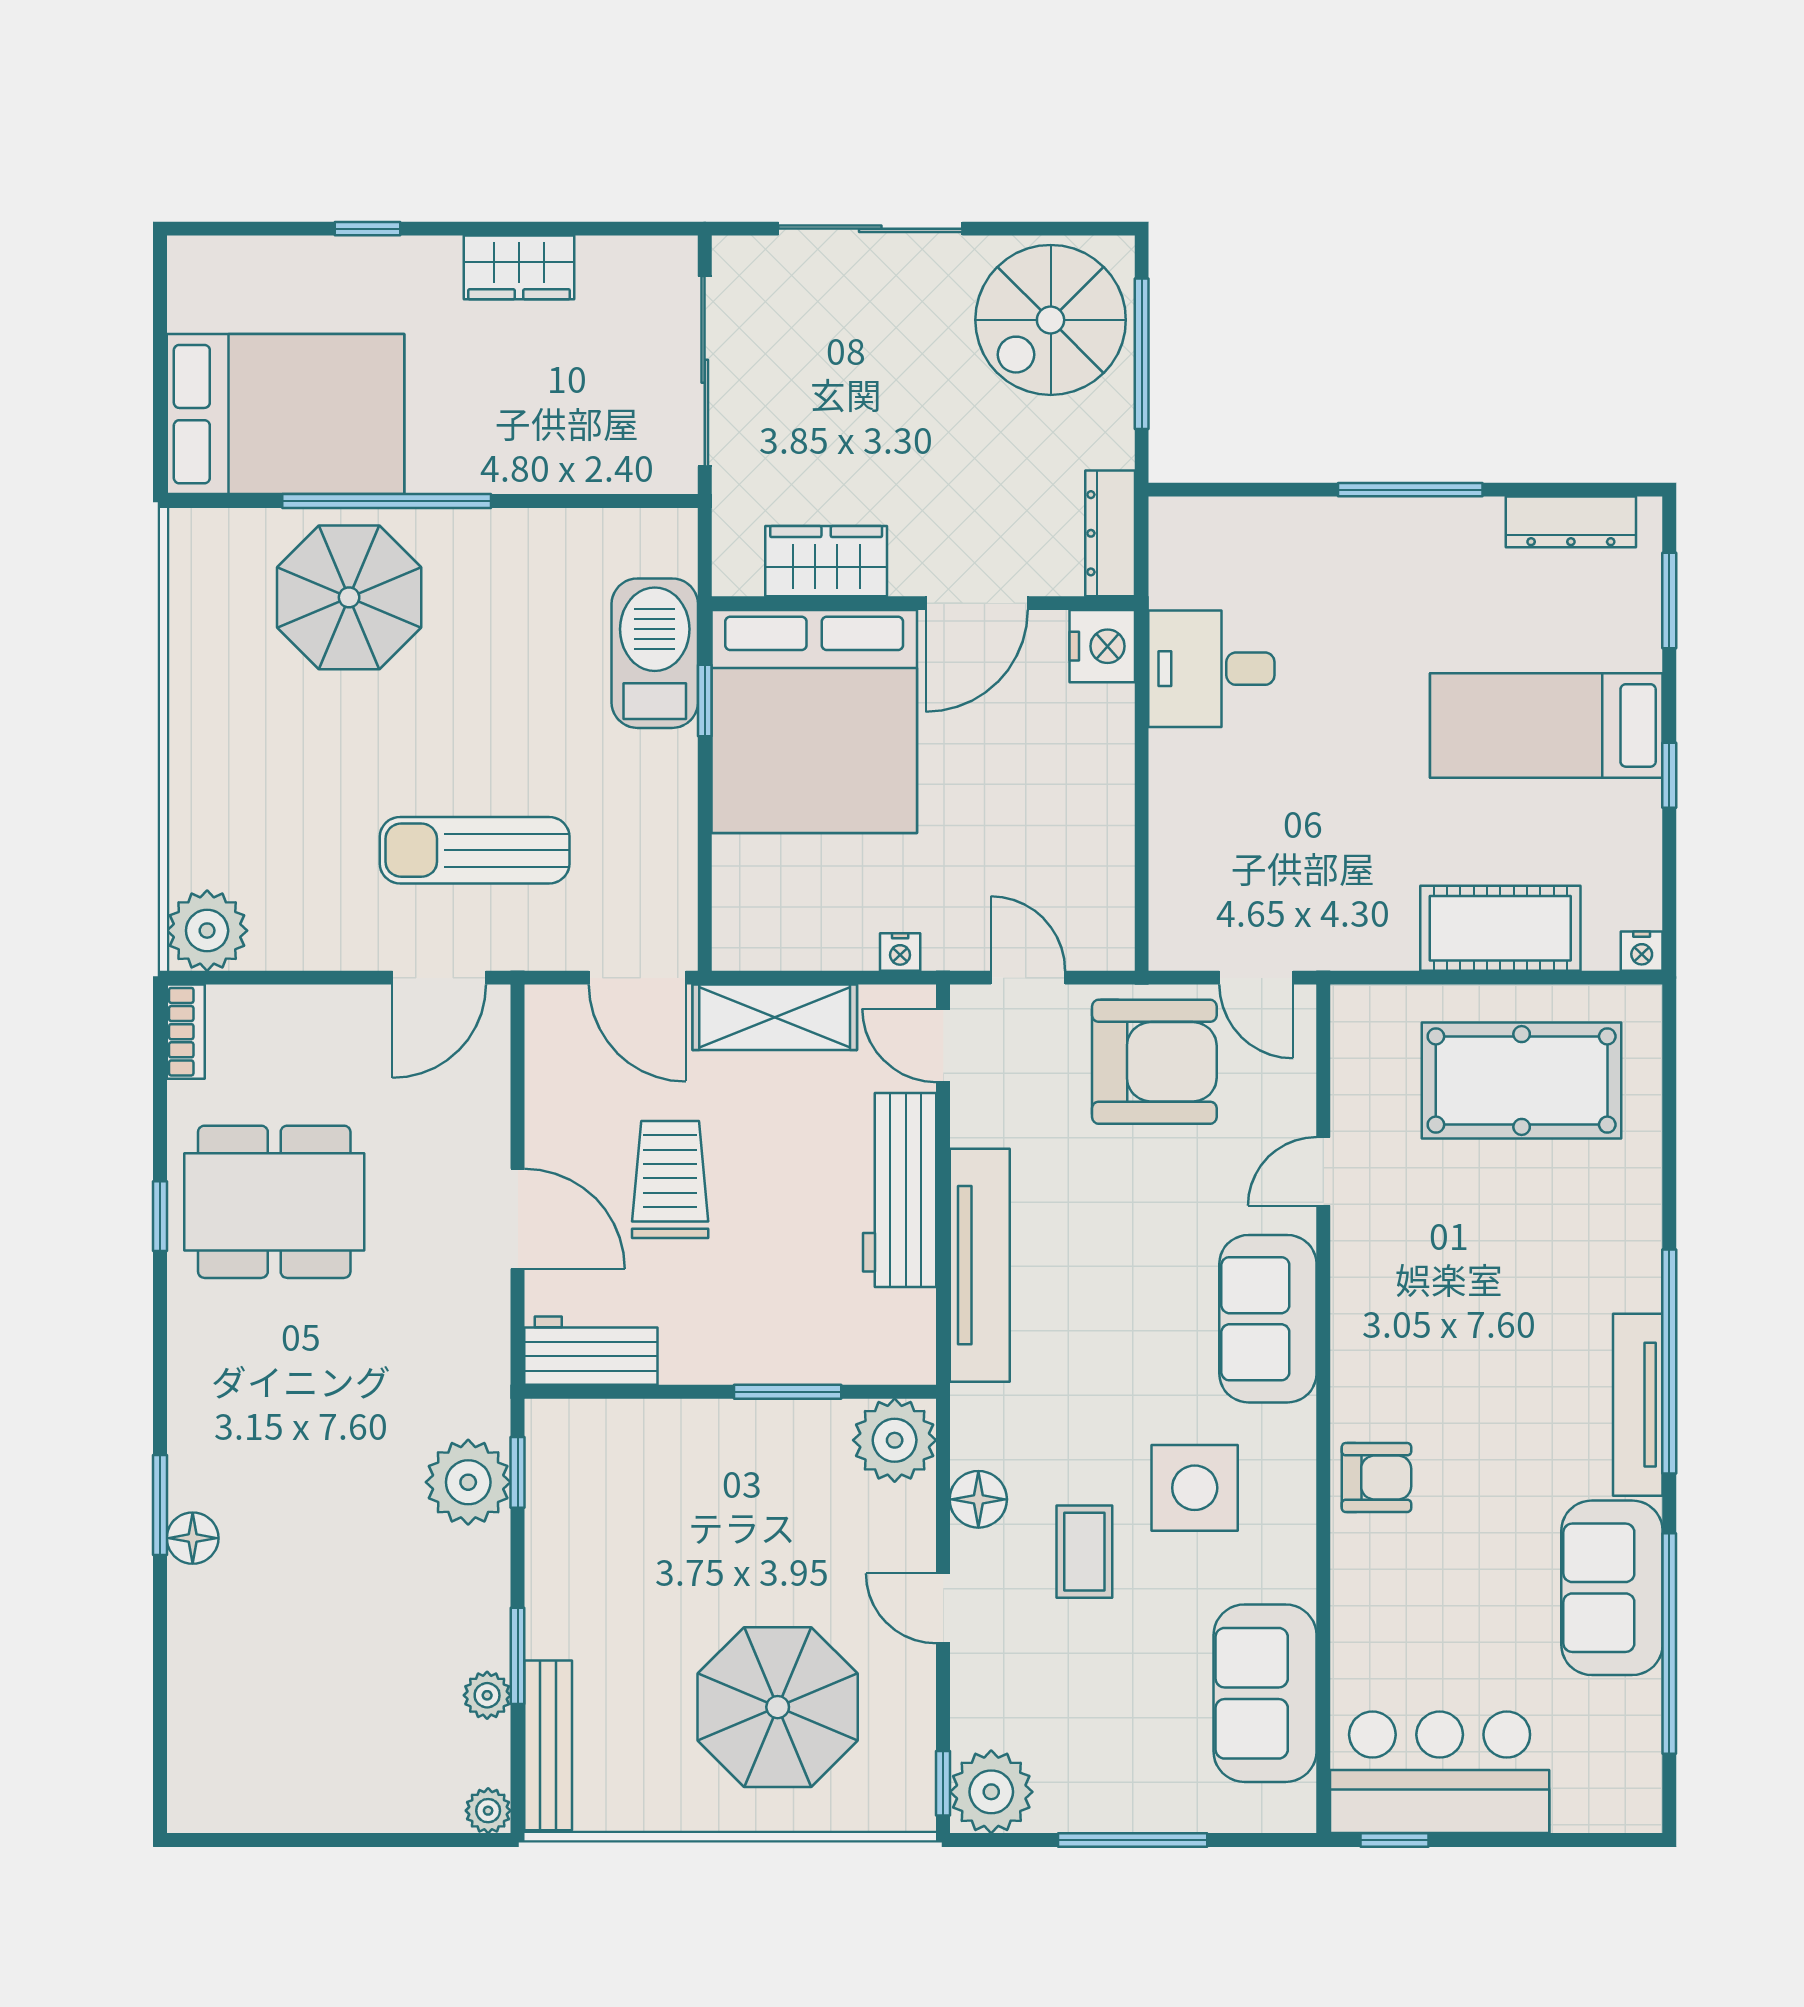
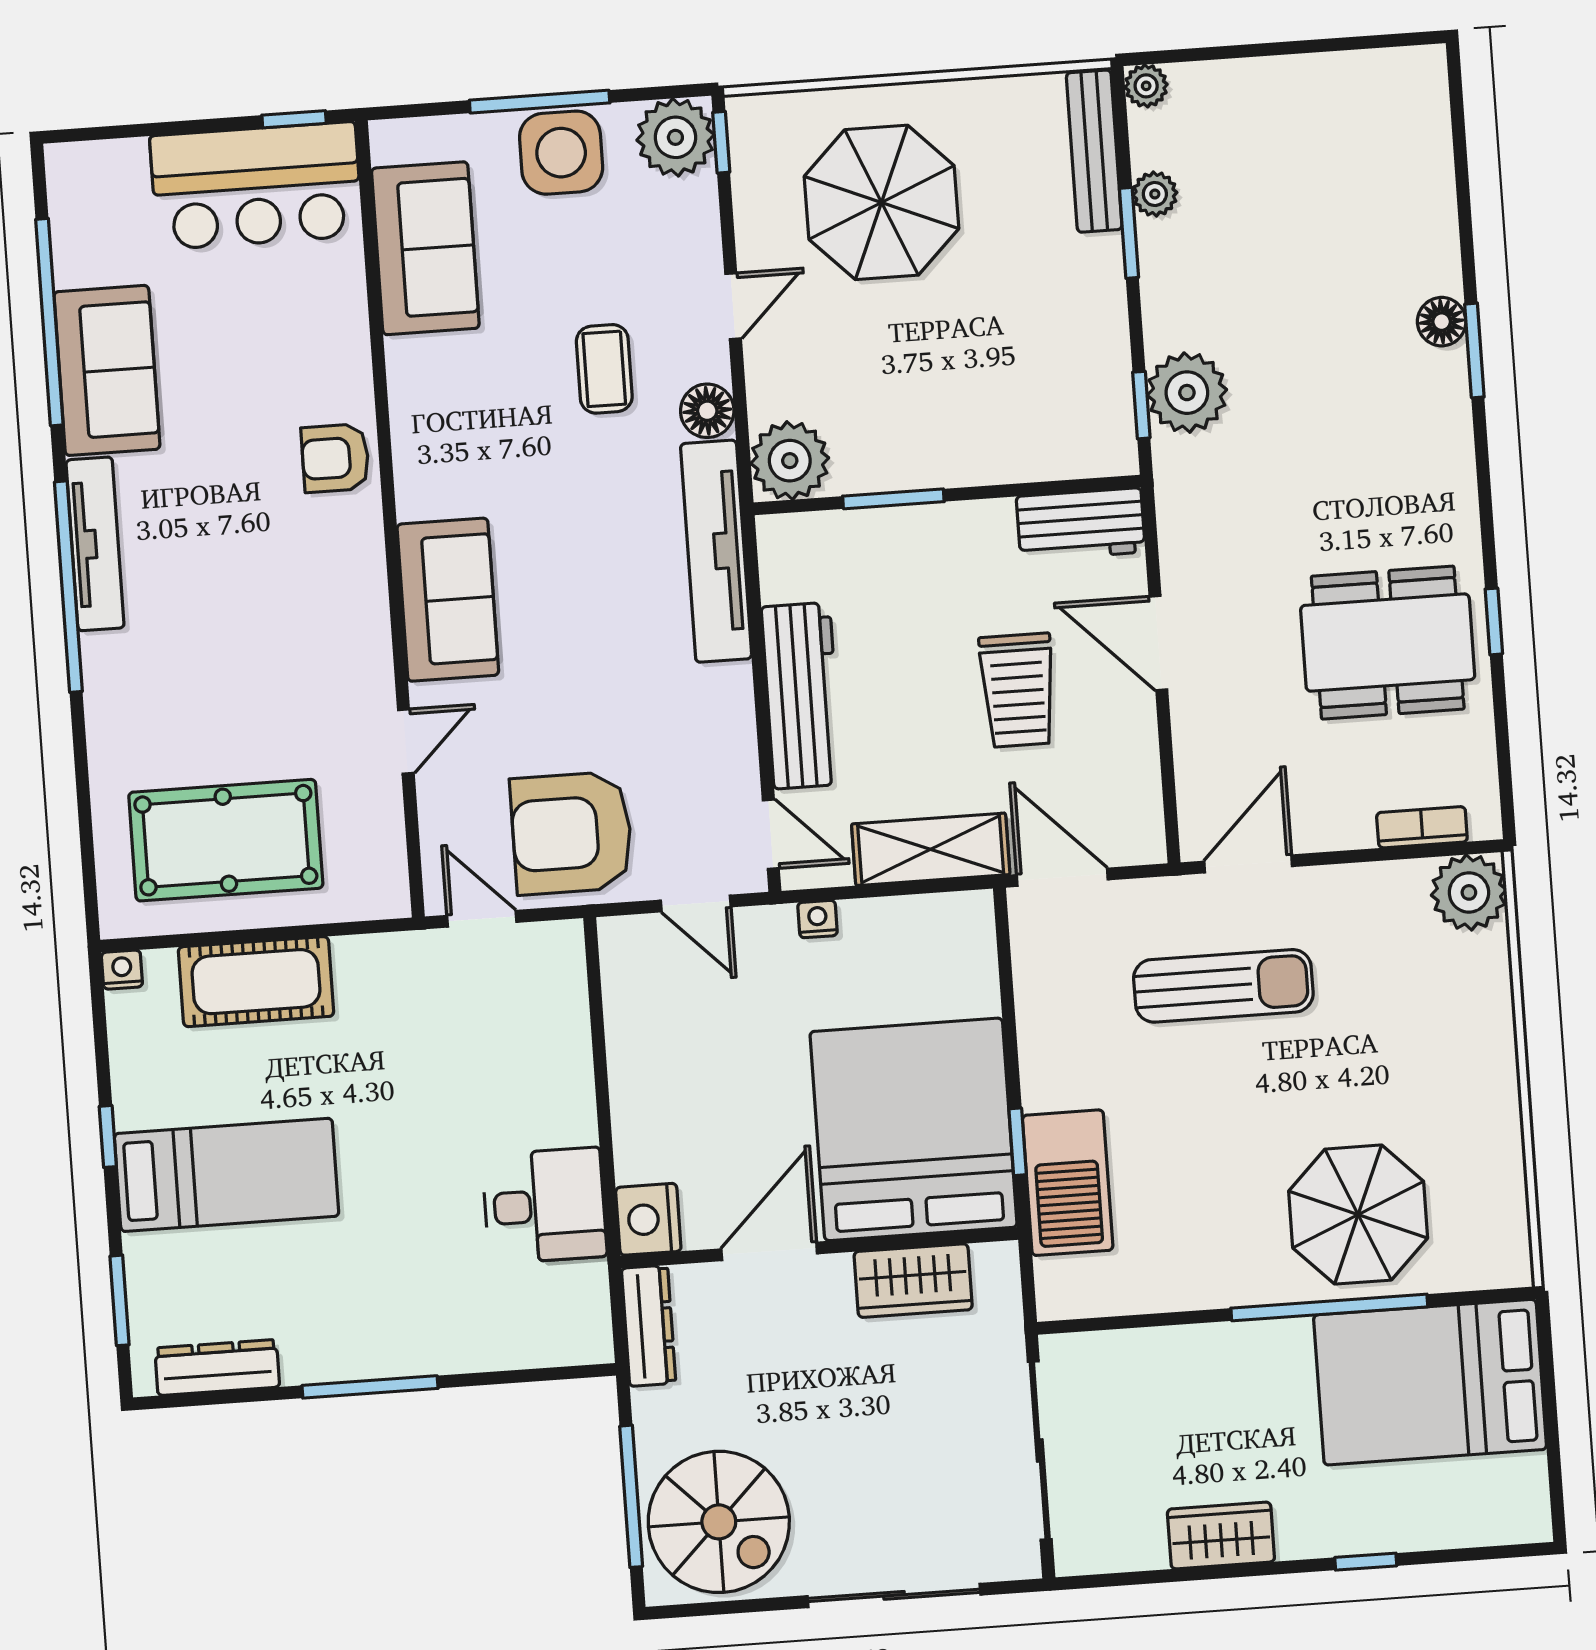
spiral stairs: (1051, 320) -> (719, 1522), turned 90
bookcase: (186, 1032) -> (1422, 827), moved, turned 90
tv unit: (980, 1265) -> (716, 551), moved
side table: (1195, 1488) -> (561, 153), moved
door: (943, 1608) -> (733, 306), hinge flipped

